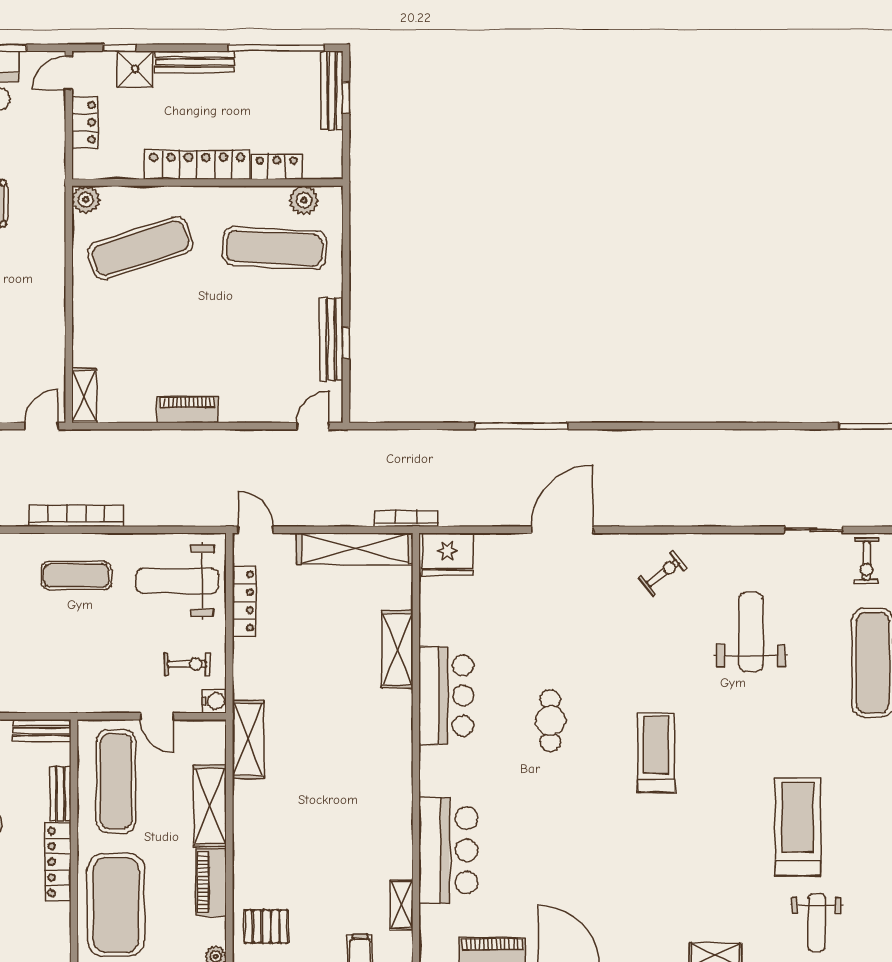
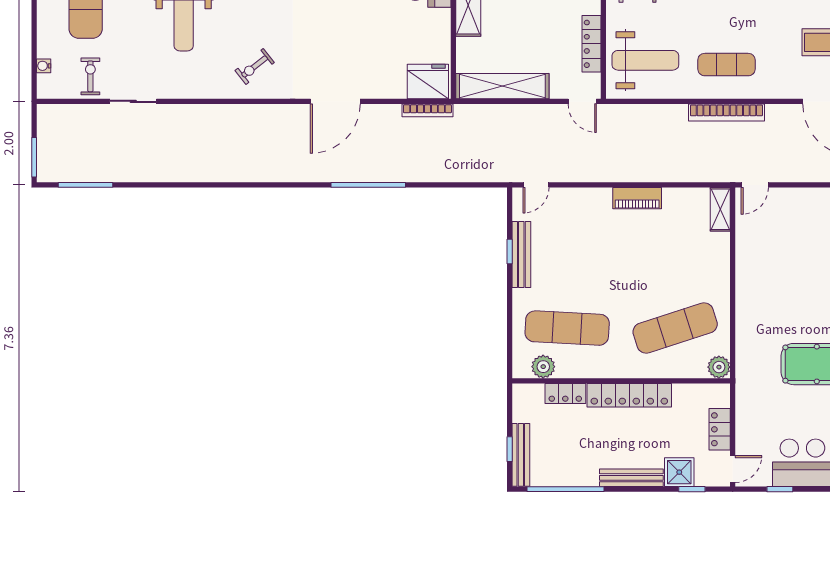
bookcase: (406, 519) -> (427, 110), moved

